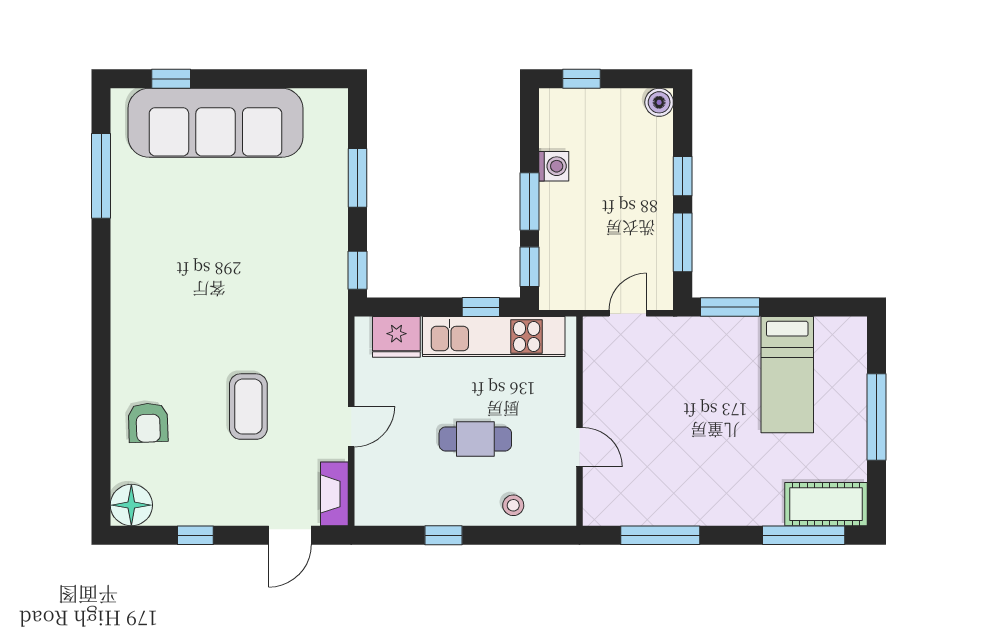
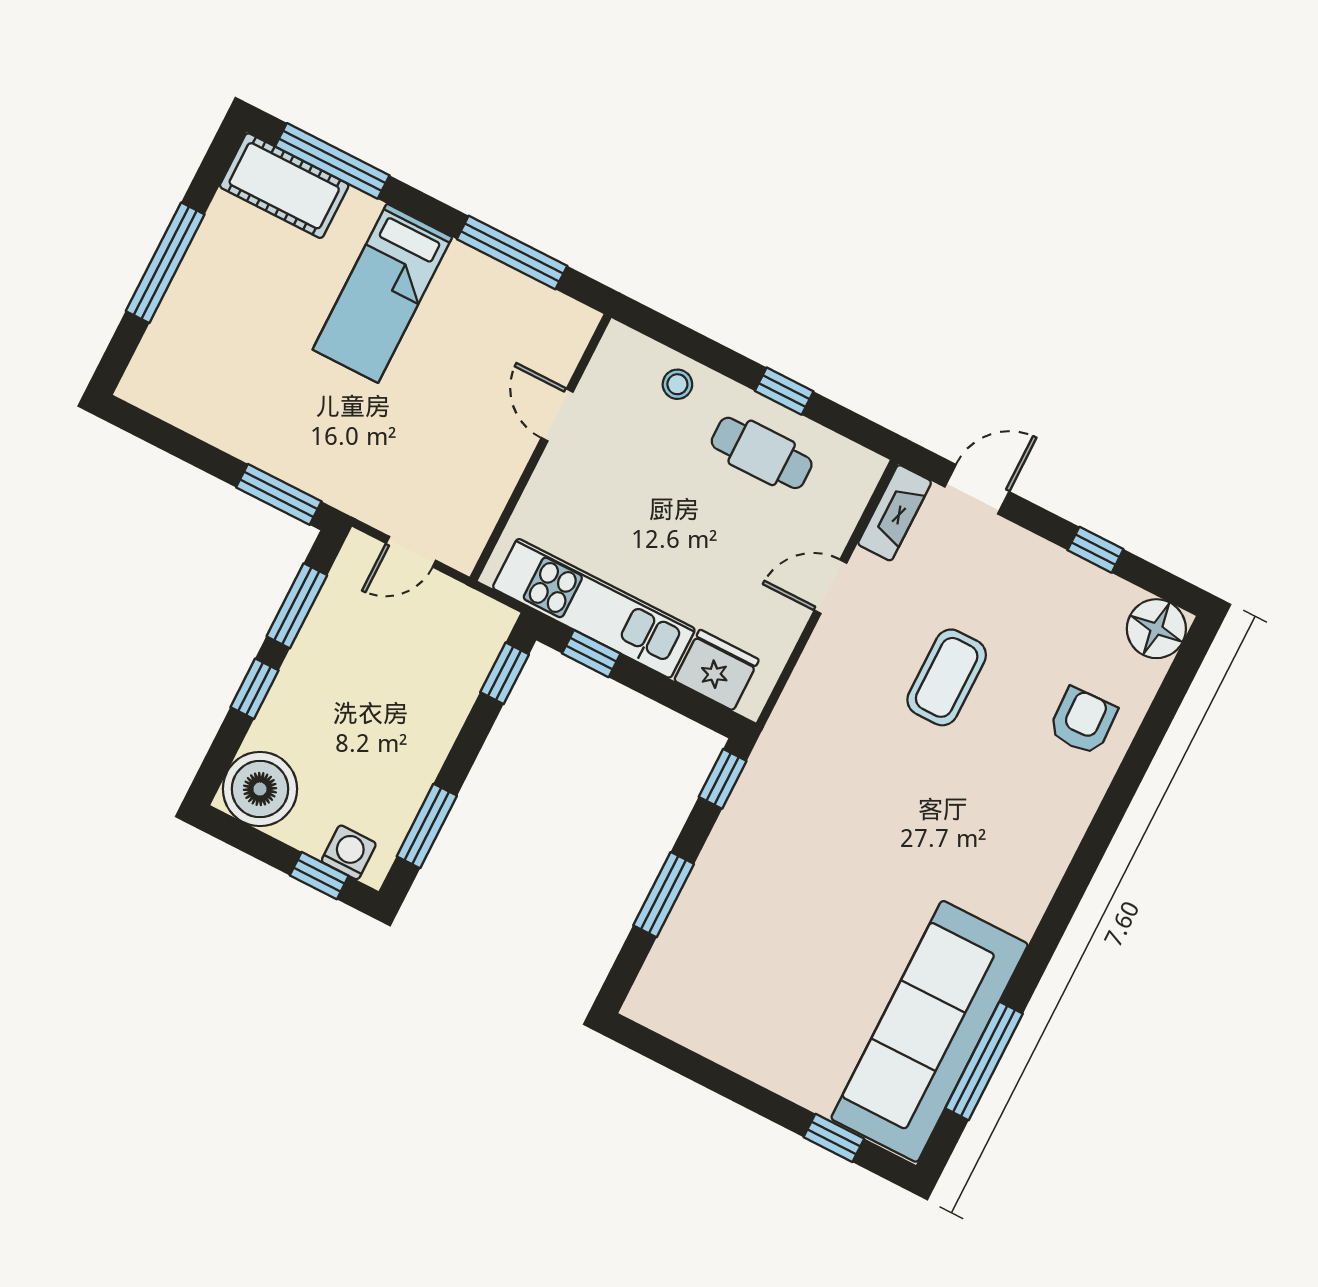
boiler: (659, 102) -> (260, 789), width x1.86, depth x1.86
sofa: (216, 123) -> (930, 1031), moved, turned -90
washing machine: (554, 166) -> (349, 852), moved, turned 90
window: (529, 202) -> (427, 826), moved
bed: (787, 375) -> (382, 293), moved, turned 180
cafe table: (475, 439) -> (762, 453), moved

